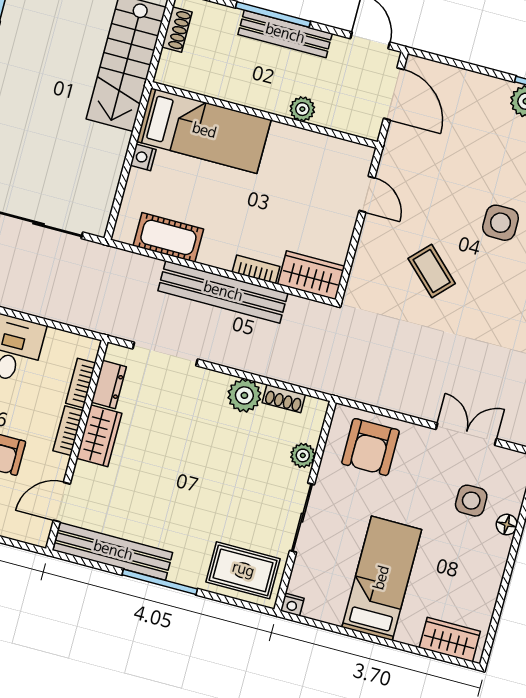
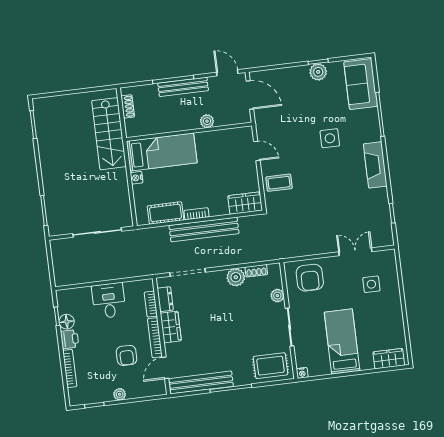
bookcase: (256, 269) -> (196, 214), moved
coffee table: (432, 271) -> (279, 183), moved, turned -44
bookcase: (68, 431) -> (155, 338), width x1.56
floor lamp: (507, 525) -> (394, 289), removed

